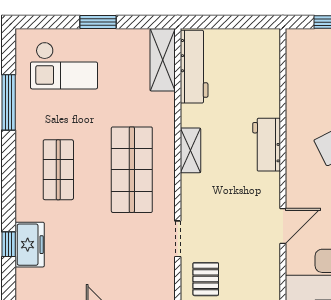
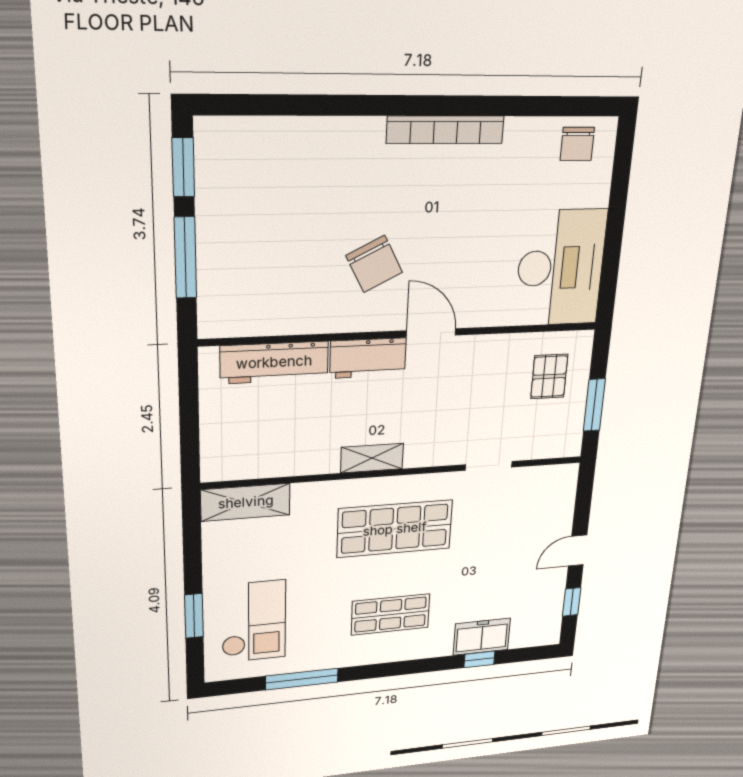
window: (98, 22) -> (194, 616), moved
workbench: (194, 67) -> (274, 362), moved, turned 180
door: (283, 226) -> (431, 333), moved
pallet: (206, 279) -> (549, 376), moved, turned 90

